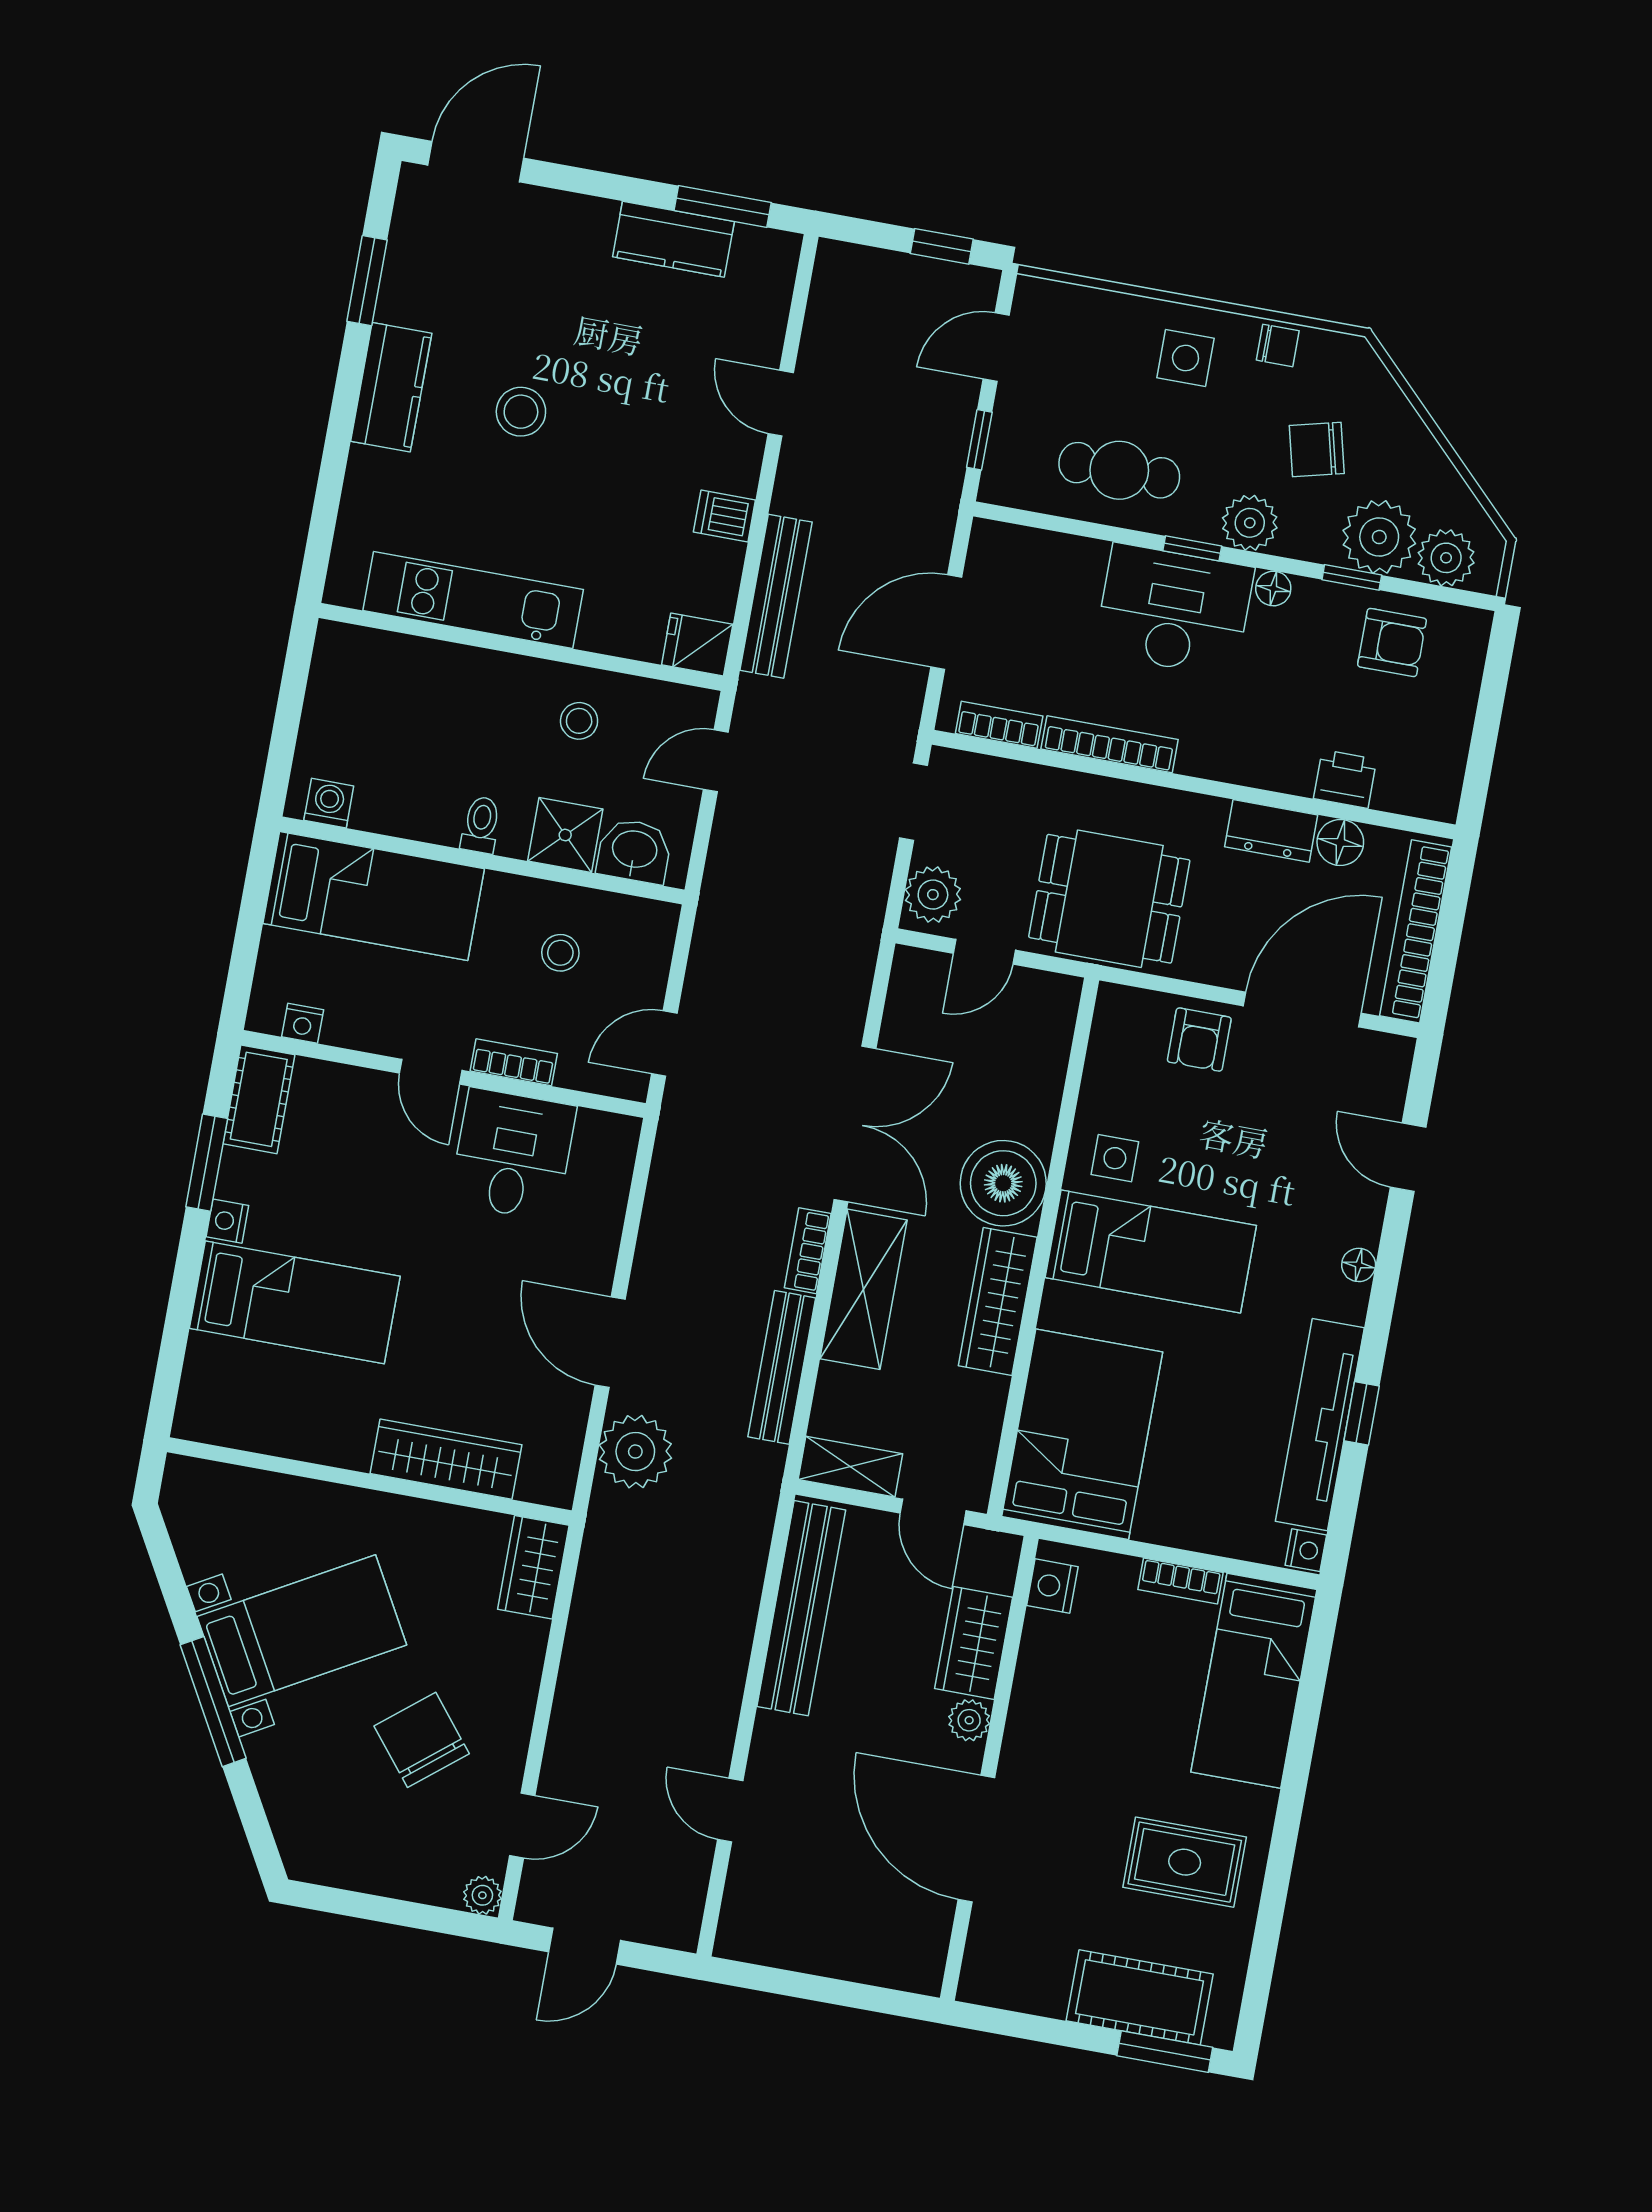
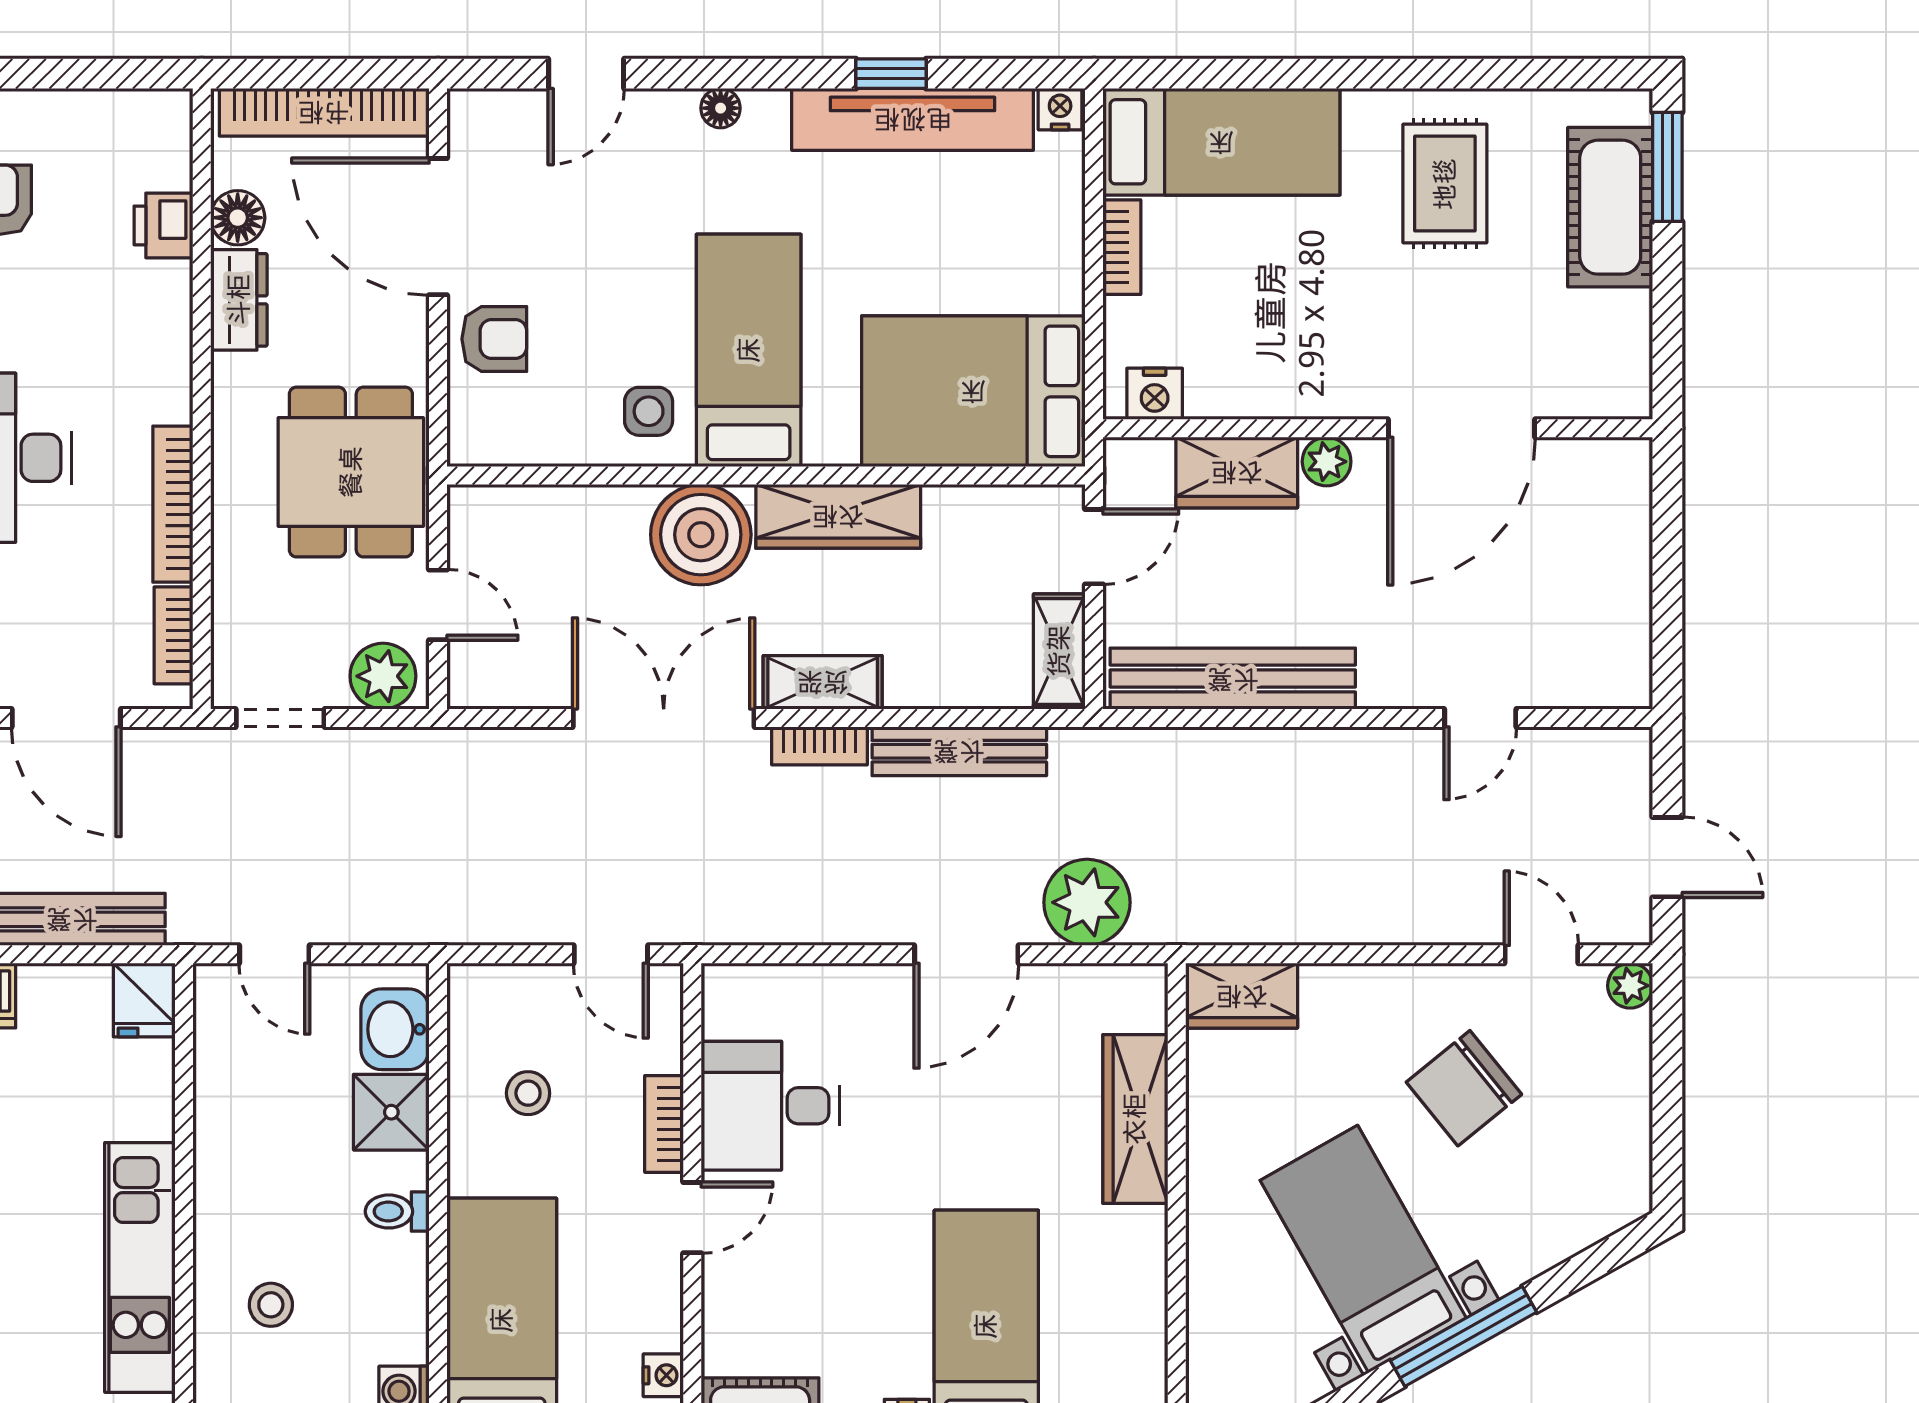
stool: (579, 721) -> (271, 1305), moved
shelving: (864, 1289) -> (823, 682), width x0.67, depth x0.75

